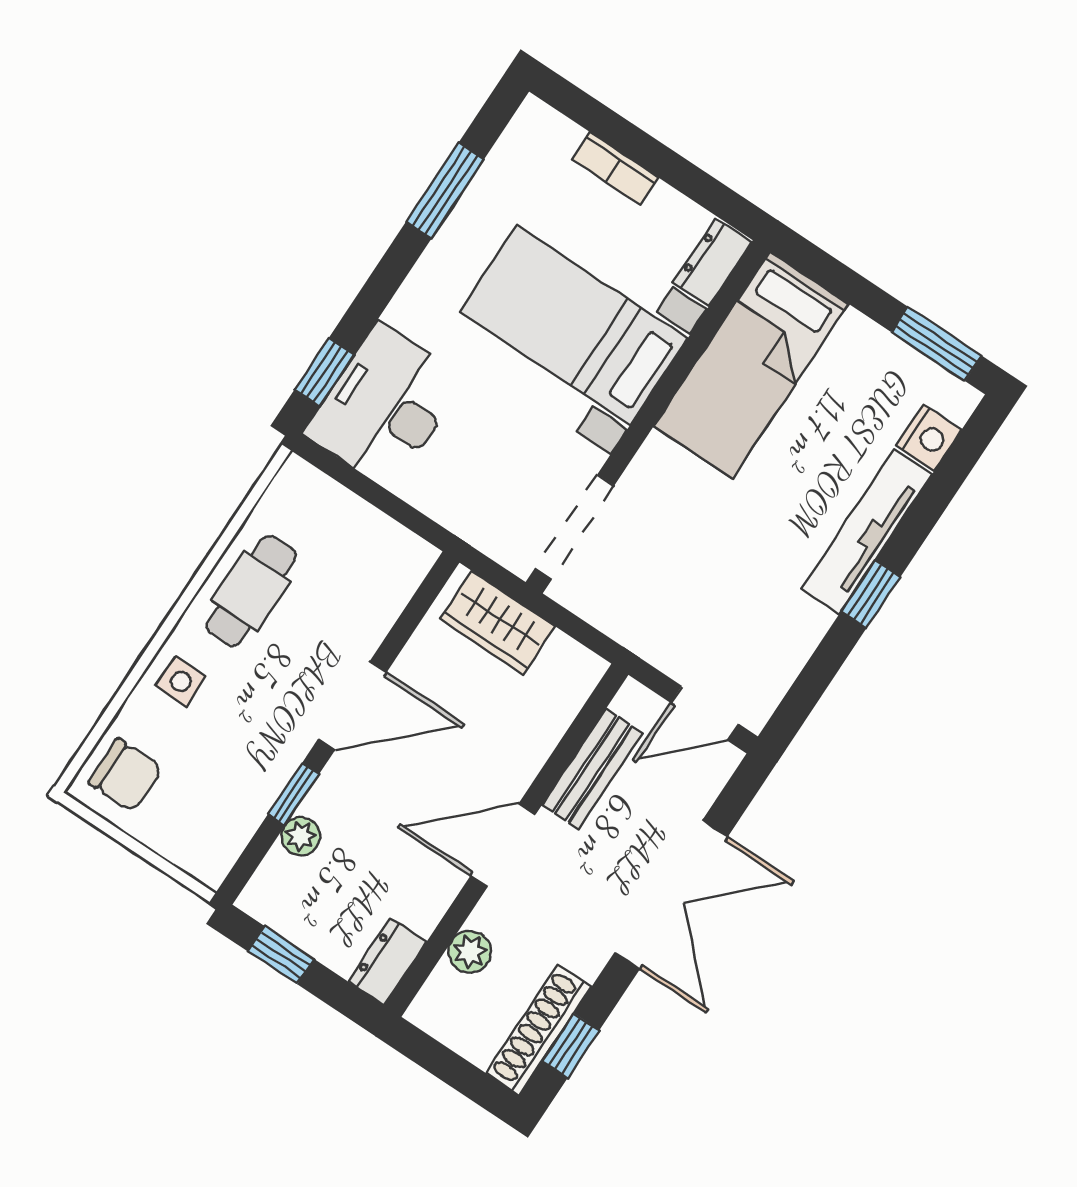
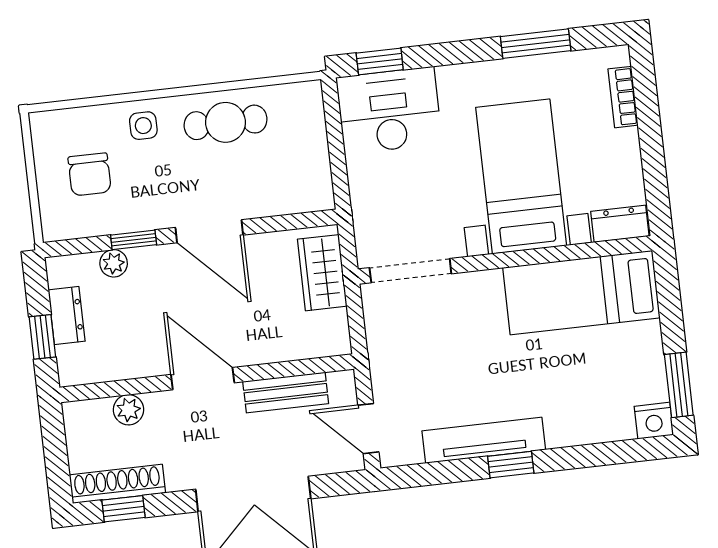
bookcase: (615, 168) -> (623, 97), moved
nightstand: (929, 437) -> (654, 421), moved
tv unit: (867, 532) -> (484, 440), moved
chair: (126, 775) -> (90, 174), moved
window: (281, 955) -> (42, 337), moved
dresser: (388, 962) -> (67, 316), moved, turned 90

